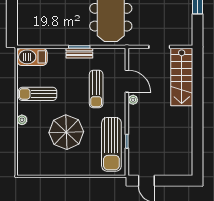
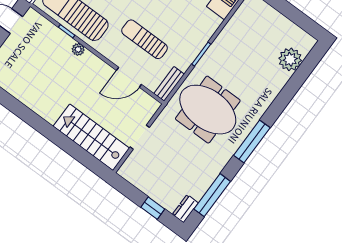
bench: (79, 53) -> (169, 84), moved
plant: (133, 100) -> (78, 49), moved

